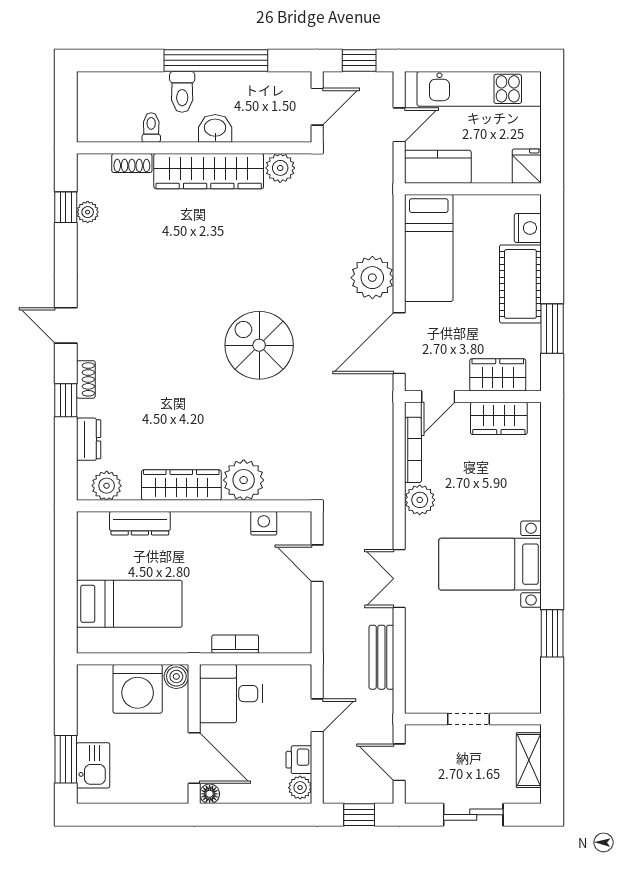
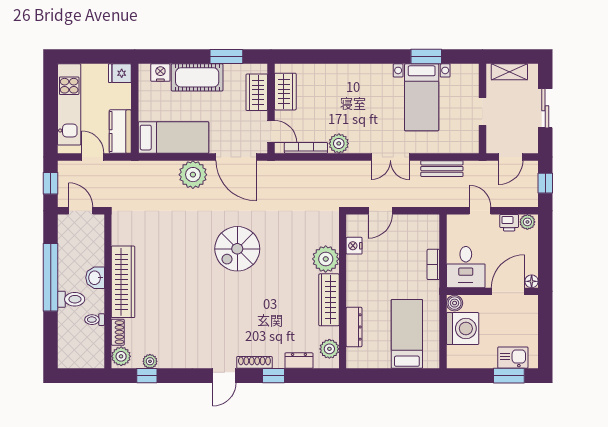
plant: (280, 168) -> (121, 356), moved
shoe rack: (86, 379) -> (254, 362), width x1.43
bed with nightstands: (490, 564) -> (422, 97), moved

